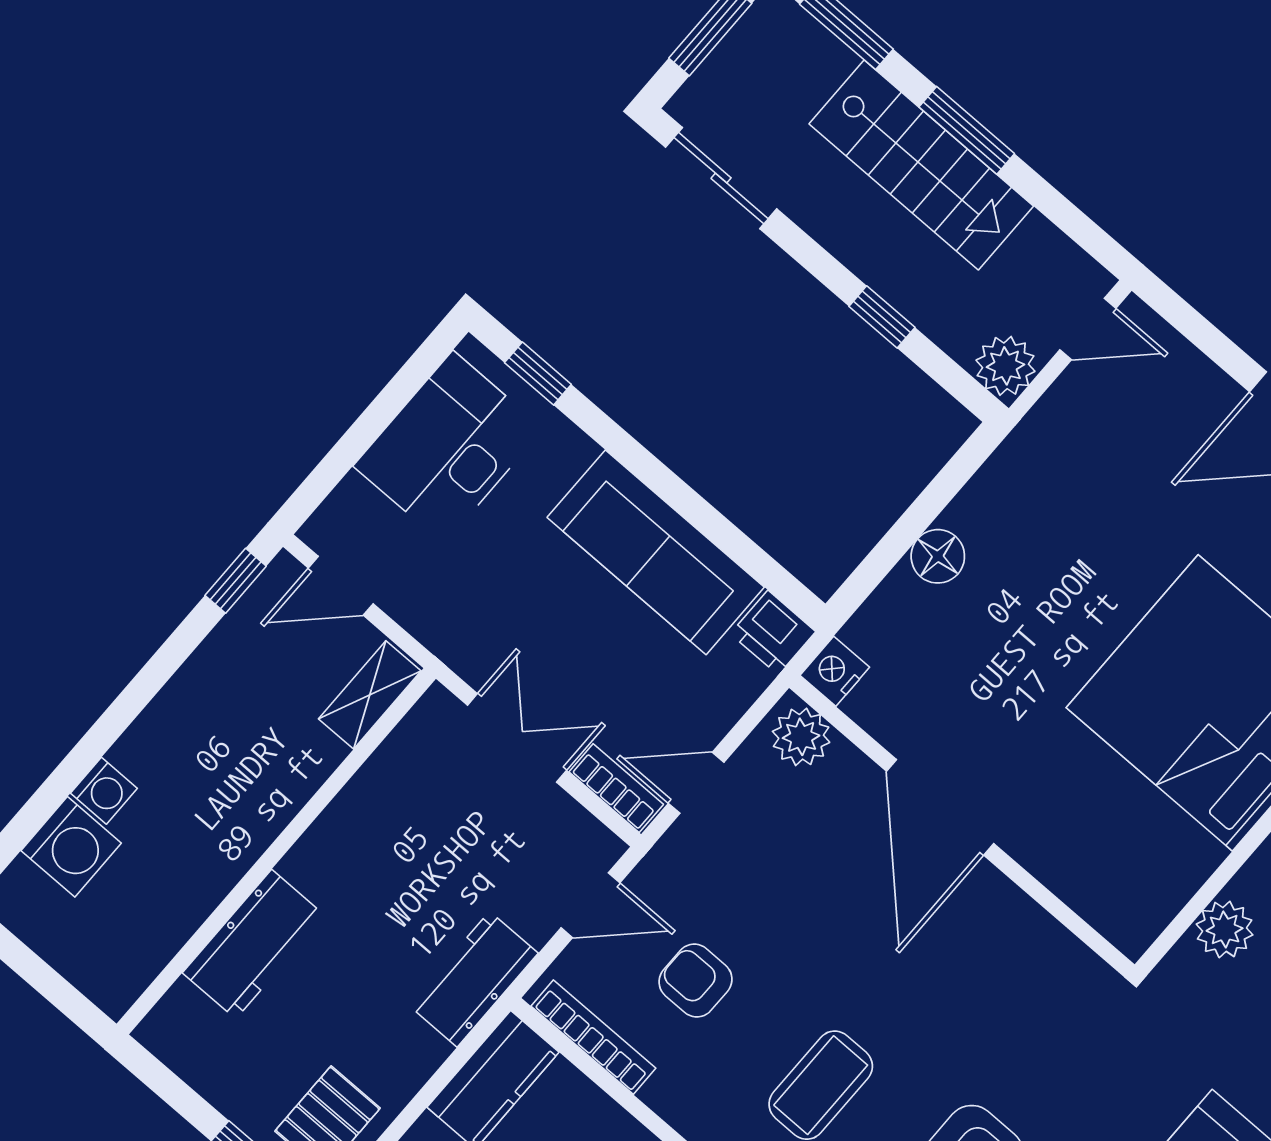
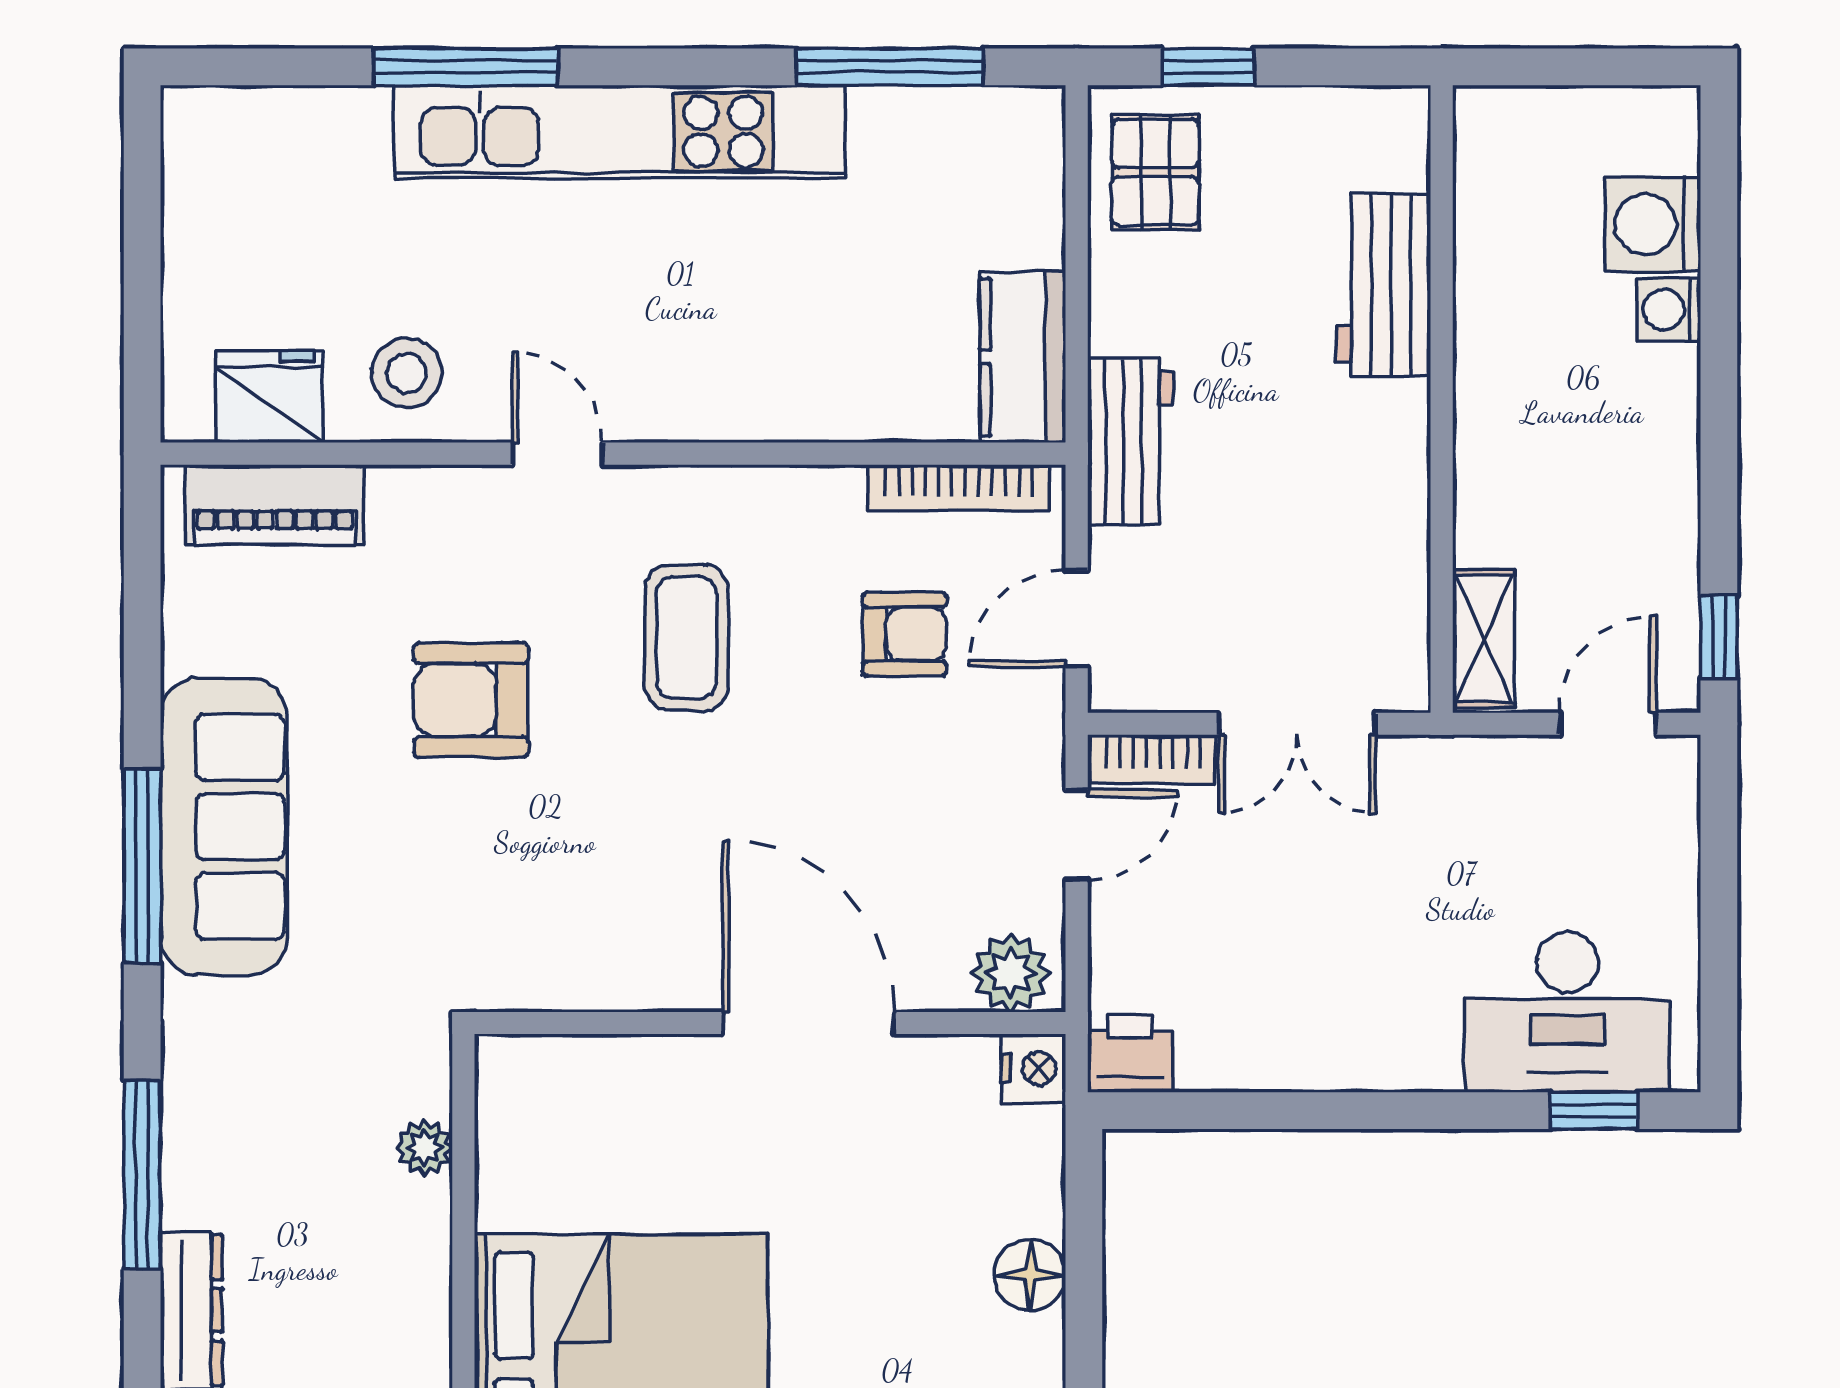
desk: (448, 447) -> (1568, 1012), moved, turned 90
sofa: (656, 552) -> (1319, 1033), removed
plant: (1225, 930) -> (424, 1148), width x0.73, depth x0.73

